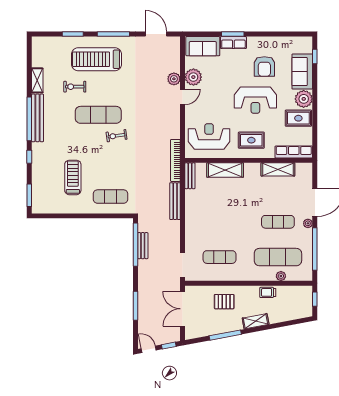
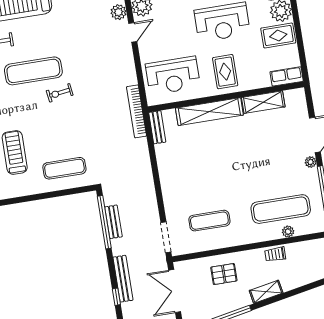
reception desk: (209, 136) -> (173, 76), turned 180
rug: (251, 140) -> (225, 72), turned 90
row of seats: (294, 152) -> (287, 76), width x0.68
shelving: (225, 170) -> (209, 112), width x1.47
bench: (175, 201) -> (123, 279), moved
exercise mat: (278, 222) -> (274, 166), removed
window: (135, 306) -> (116, 297), width x0.46

